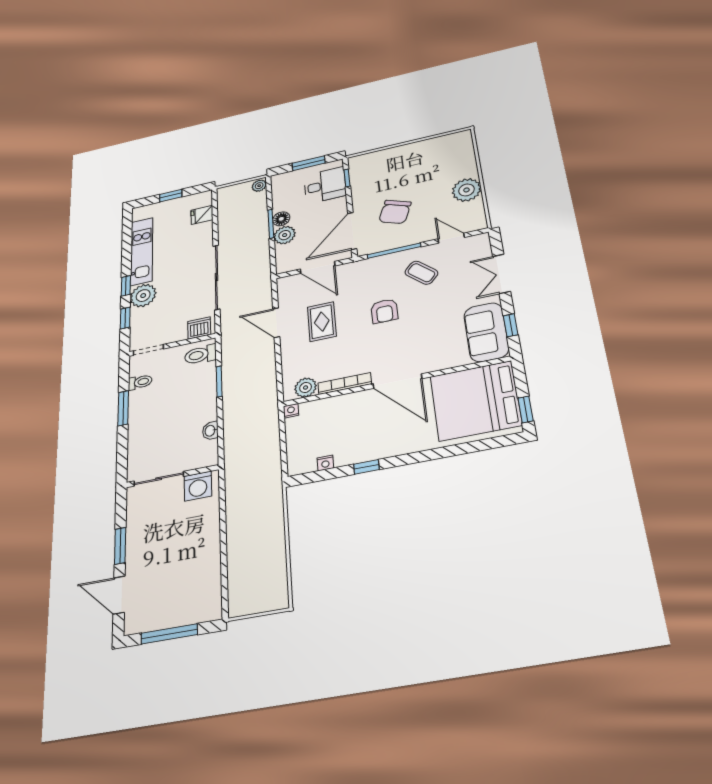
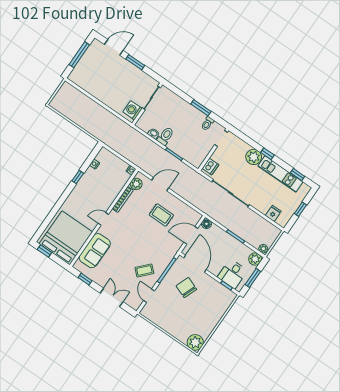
plant: (467, 190) -> (195, 342), moved
floor lamp: (281, 219) -> (206, 224), moved
plant: (285, 235) -> (255, 259), moved
door: (451, 238) -> (149, 296), swing flipped
armchair: (384, 311) -> (141, 242), removed
window: (125, 318) -> (298, 175), moved
door: (276, 323) -> (160, 184), moved
sofa: (486, 332) -> (95, 251), moved, turned 90
toilet: (201, 355) -> (166, 136), moved
door: (397, 381) -> (103, 219), width x0.53

